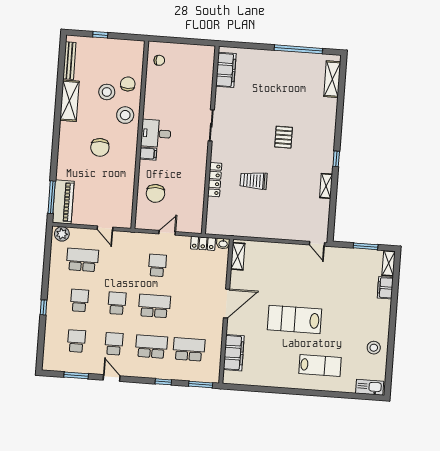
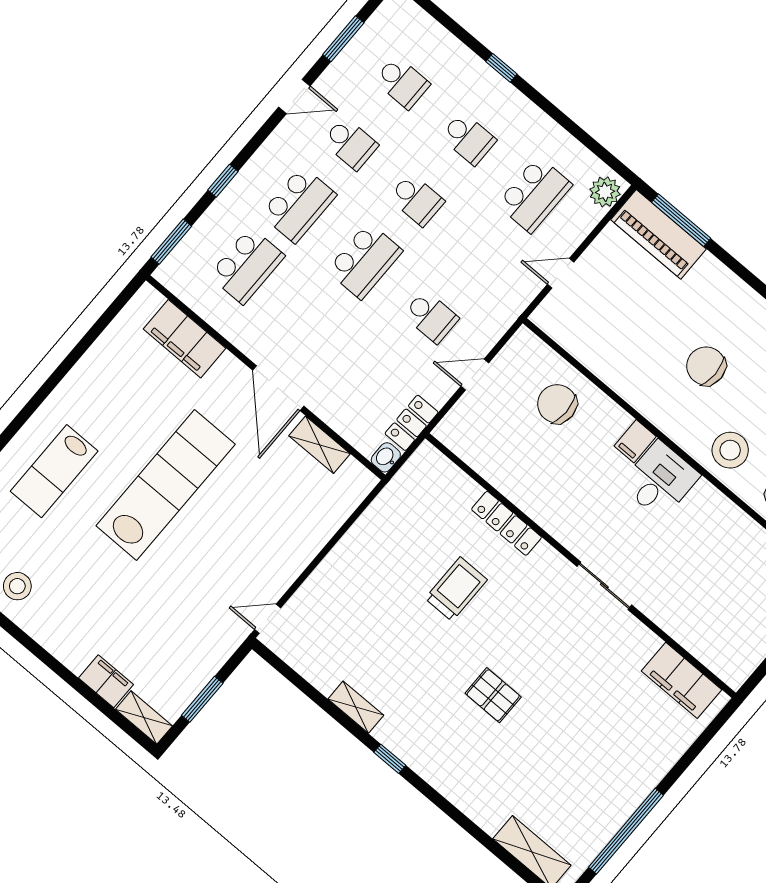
door: (167, 233) -> (475, 375), swing flipped
shelving: (238, 256) -> (320, 445), moved
lab bench: (294, 319) -> (166, 485), width x1.36

